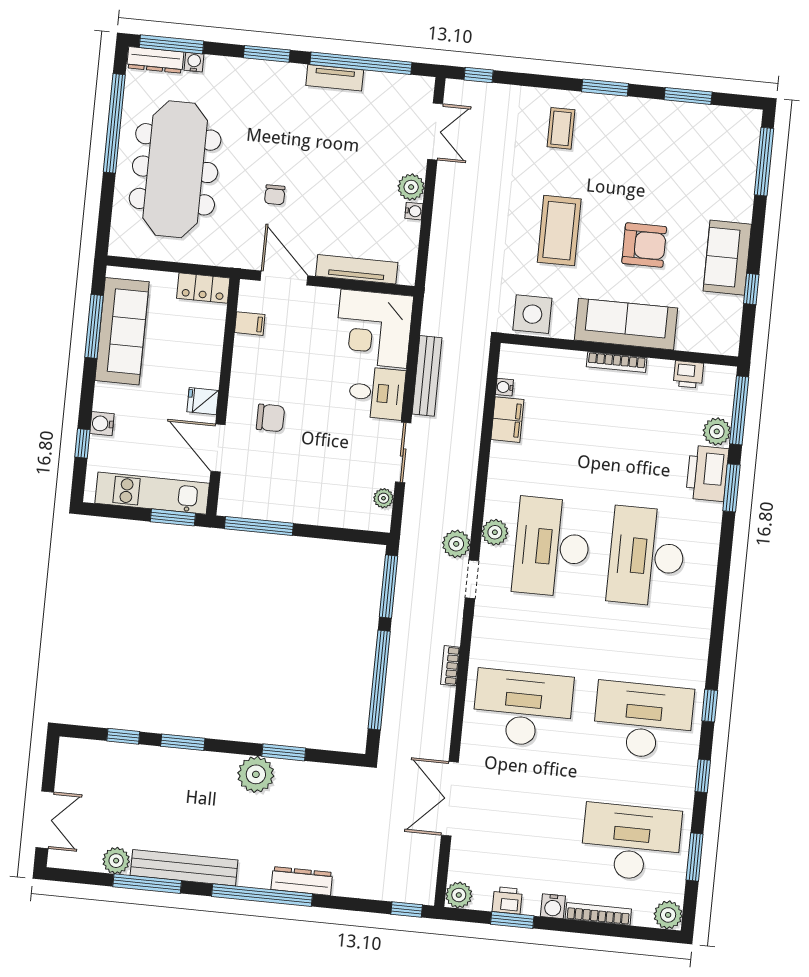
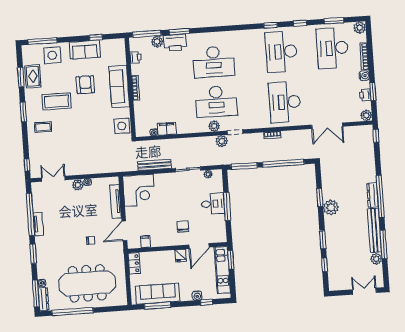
rug: (685, 125) -> (33, 76), added
side table: (727, 179) -> (52, 55), added
coffee table: (559, 231) -> (57, 101), moved
desk: (377, 393) -> (213, 204), moved, turned 90
window: (259, 526) -> (227, 206), moved
dresser: (302, 881) -> (373, 195), moved

